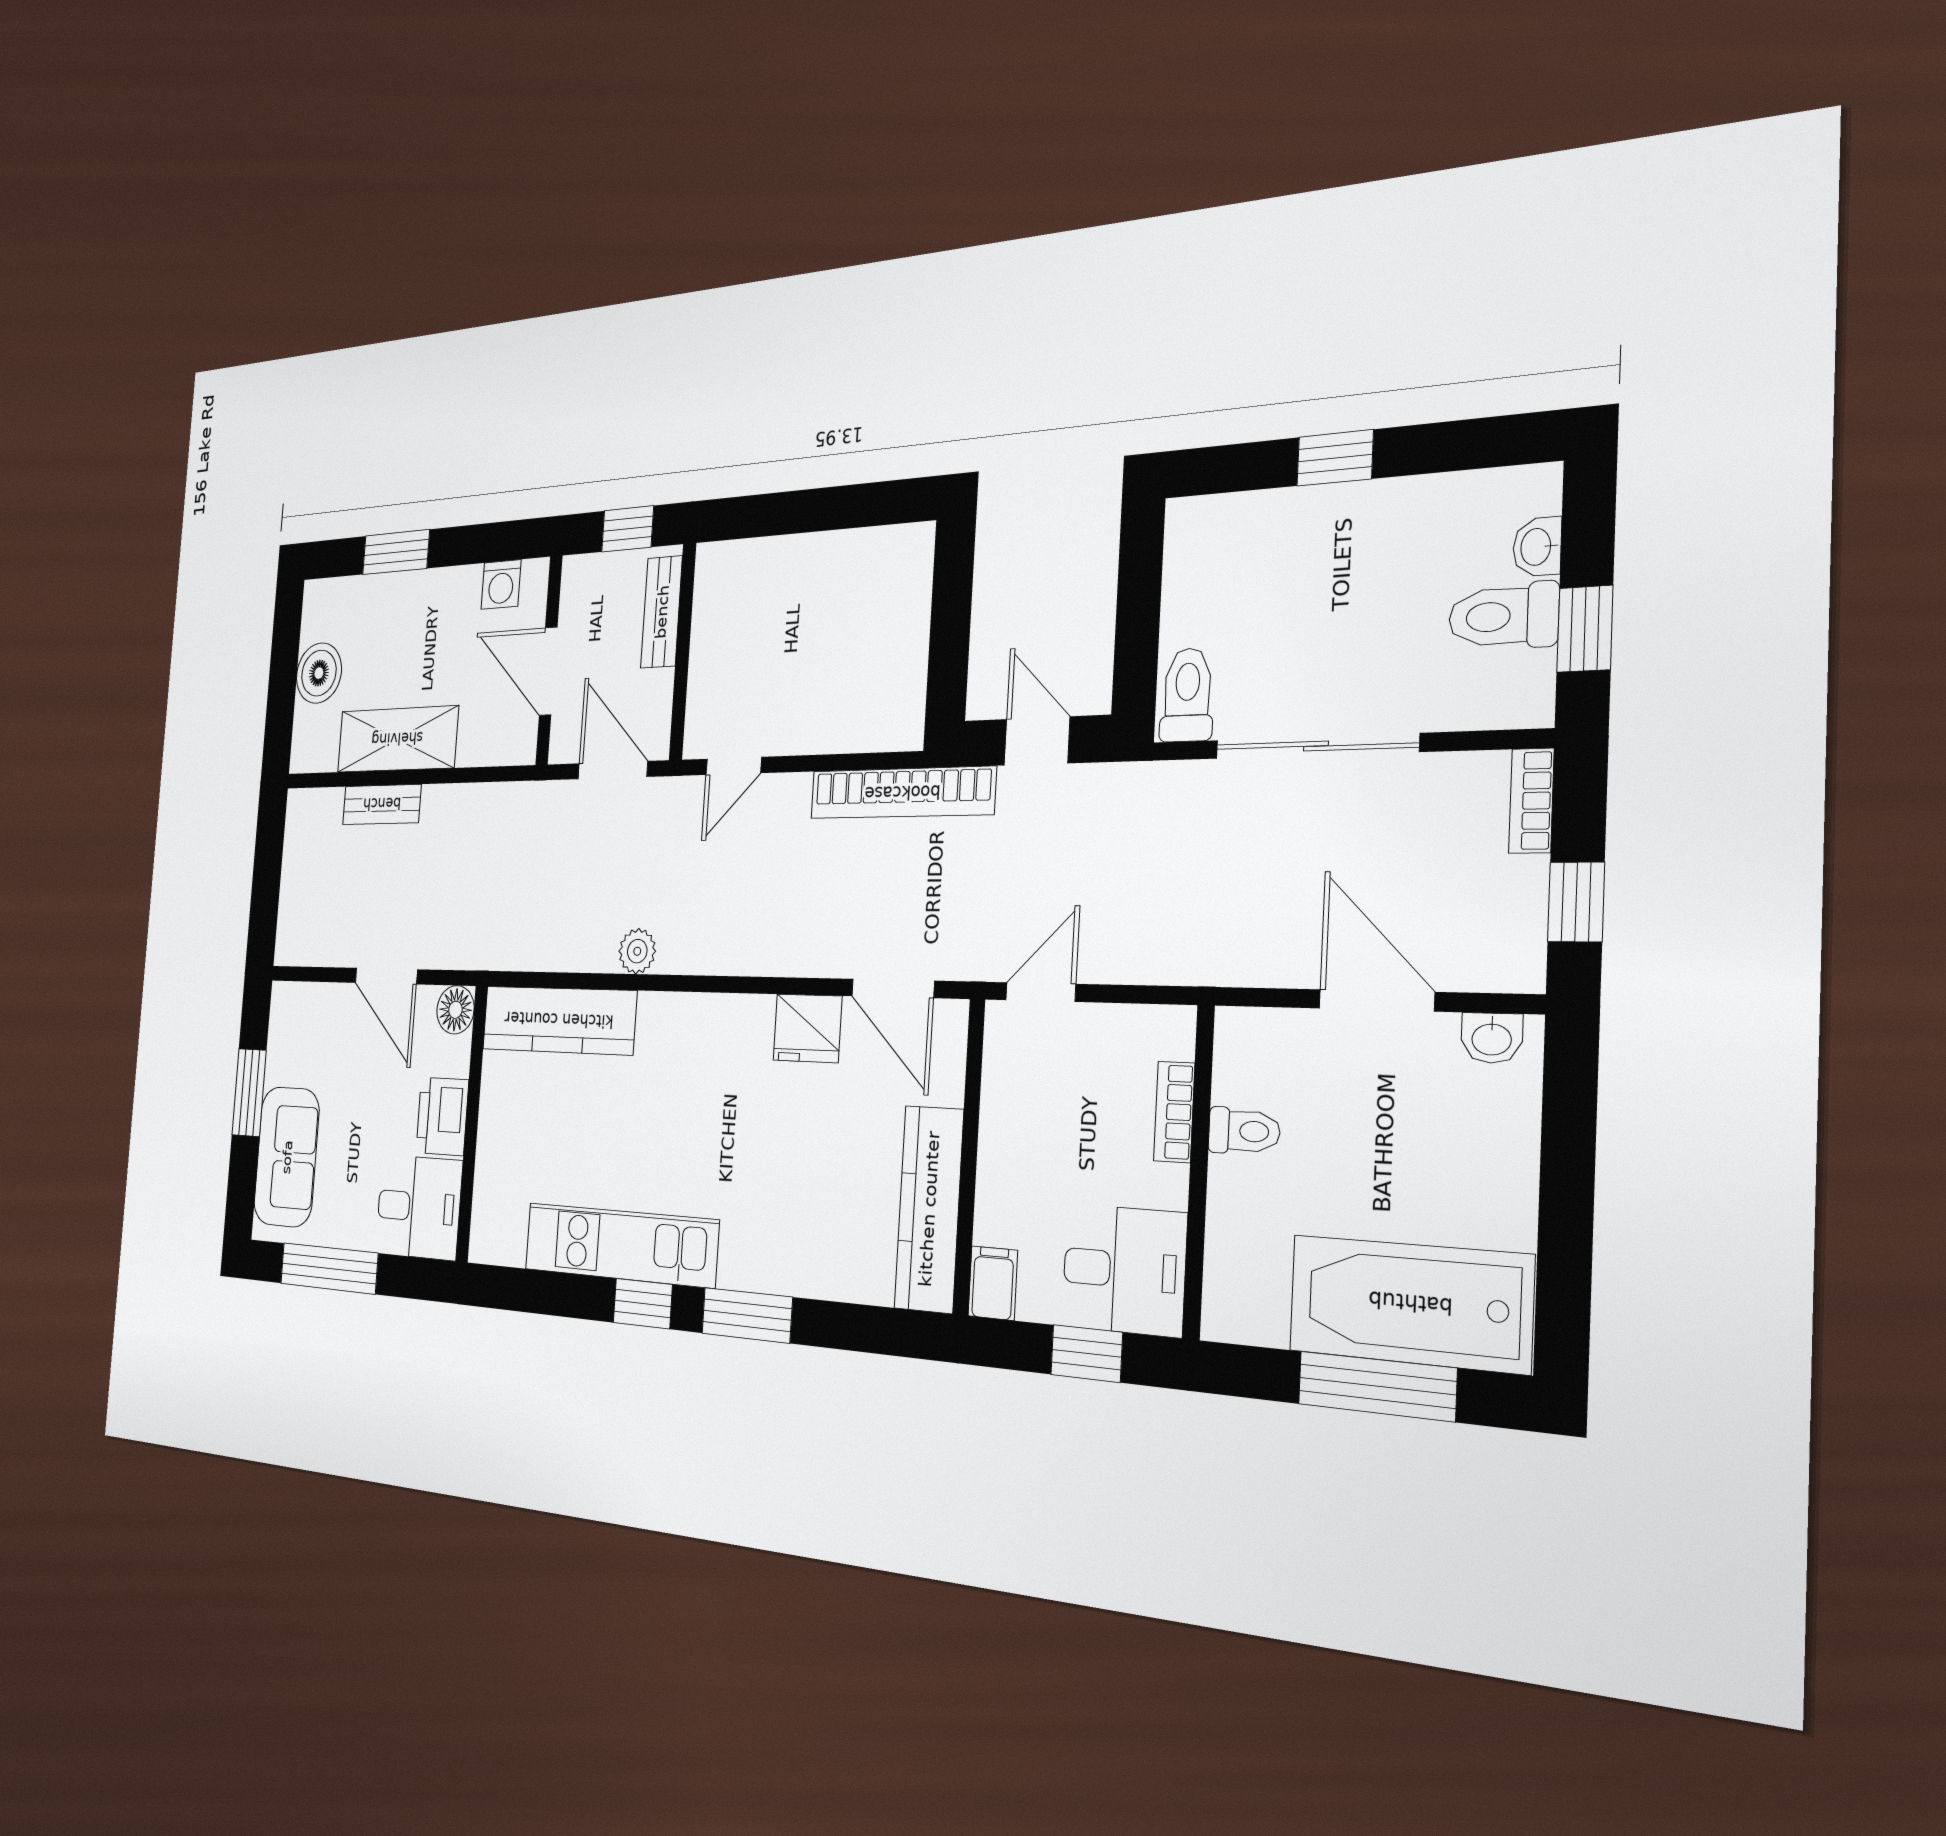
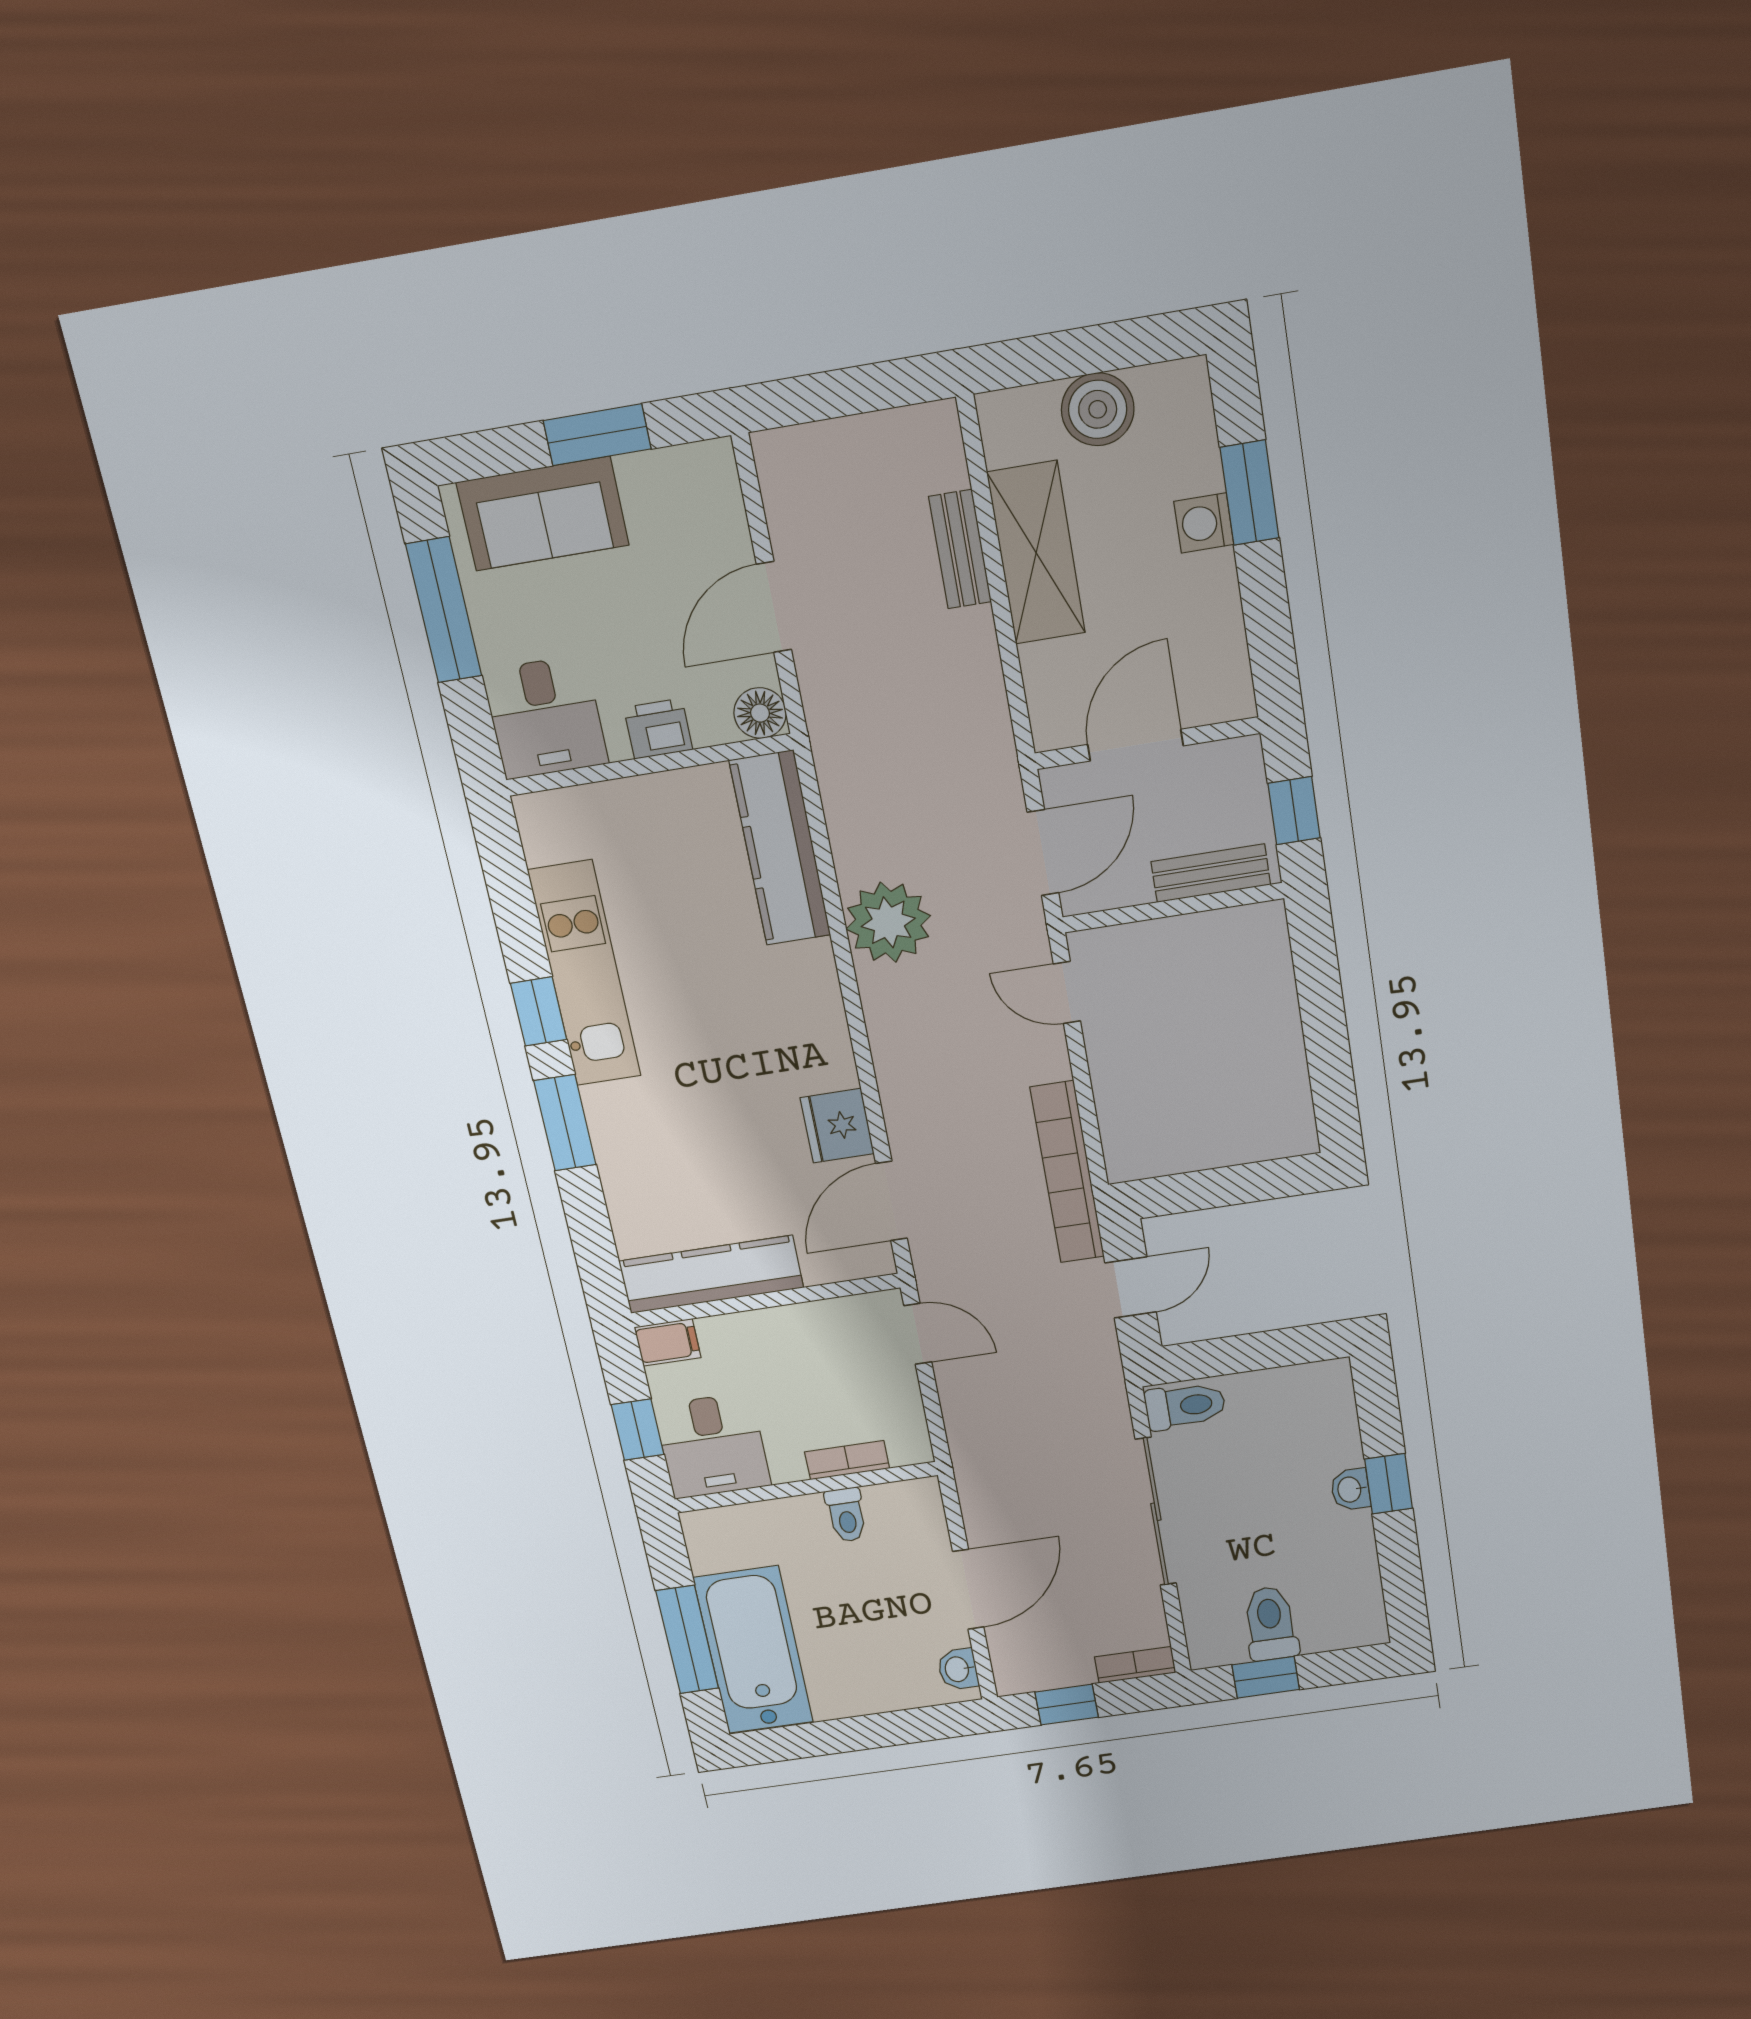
washbasin: (1537, 547) -> (1350, 1489), moved, turned -90
washing machine: (501, 585) -> (1204, 523), moved
plant: (637, 951) -> (888, 922), width x1.88, depth x1.88
printer: (442, 1116) -> (658, 729), width x0.73, depth x0.81

